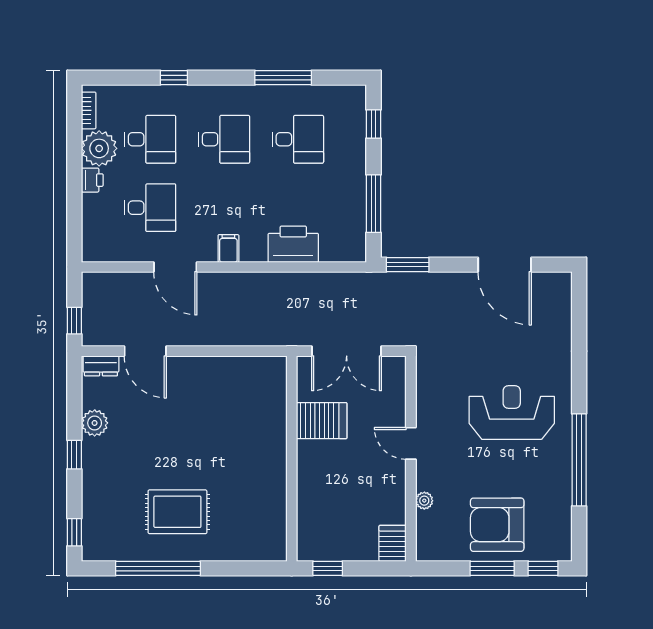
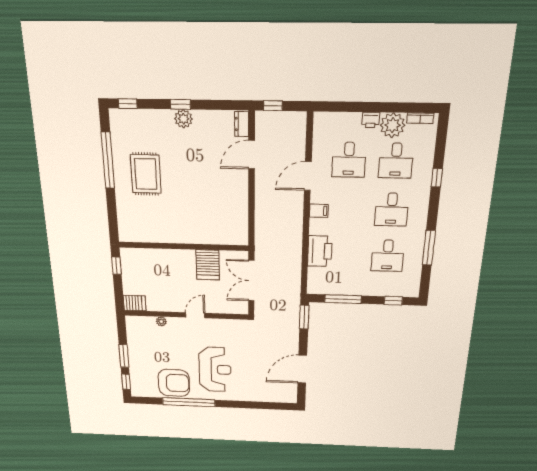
plant: (95, 423) -> (183, 119), moved
armchair: (497, 525) -> (174, 383), moved, turned 90

